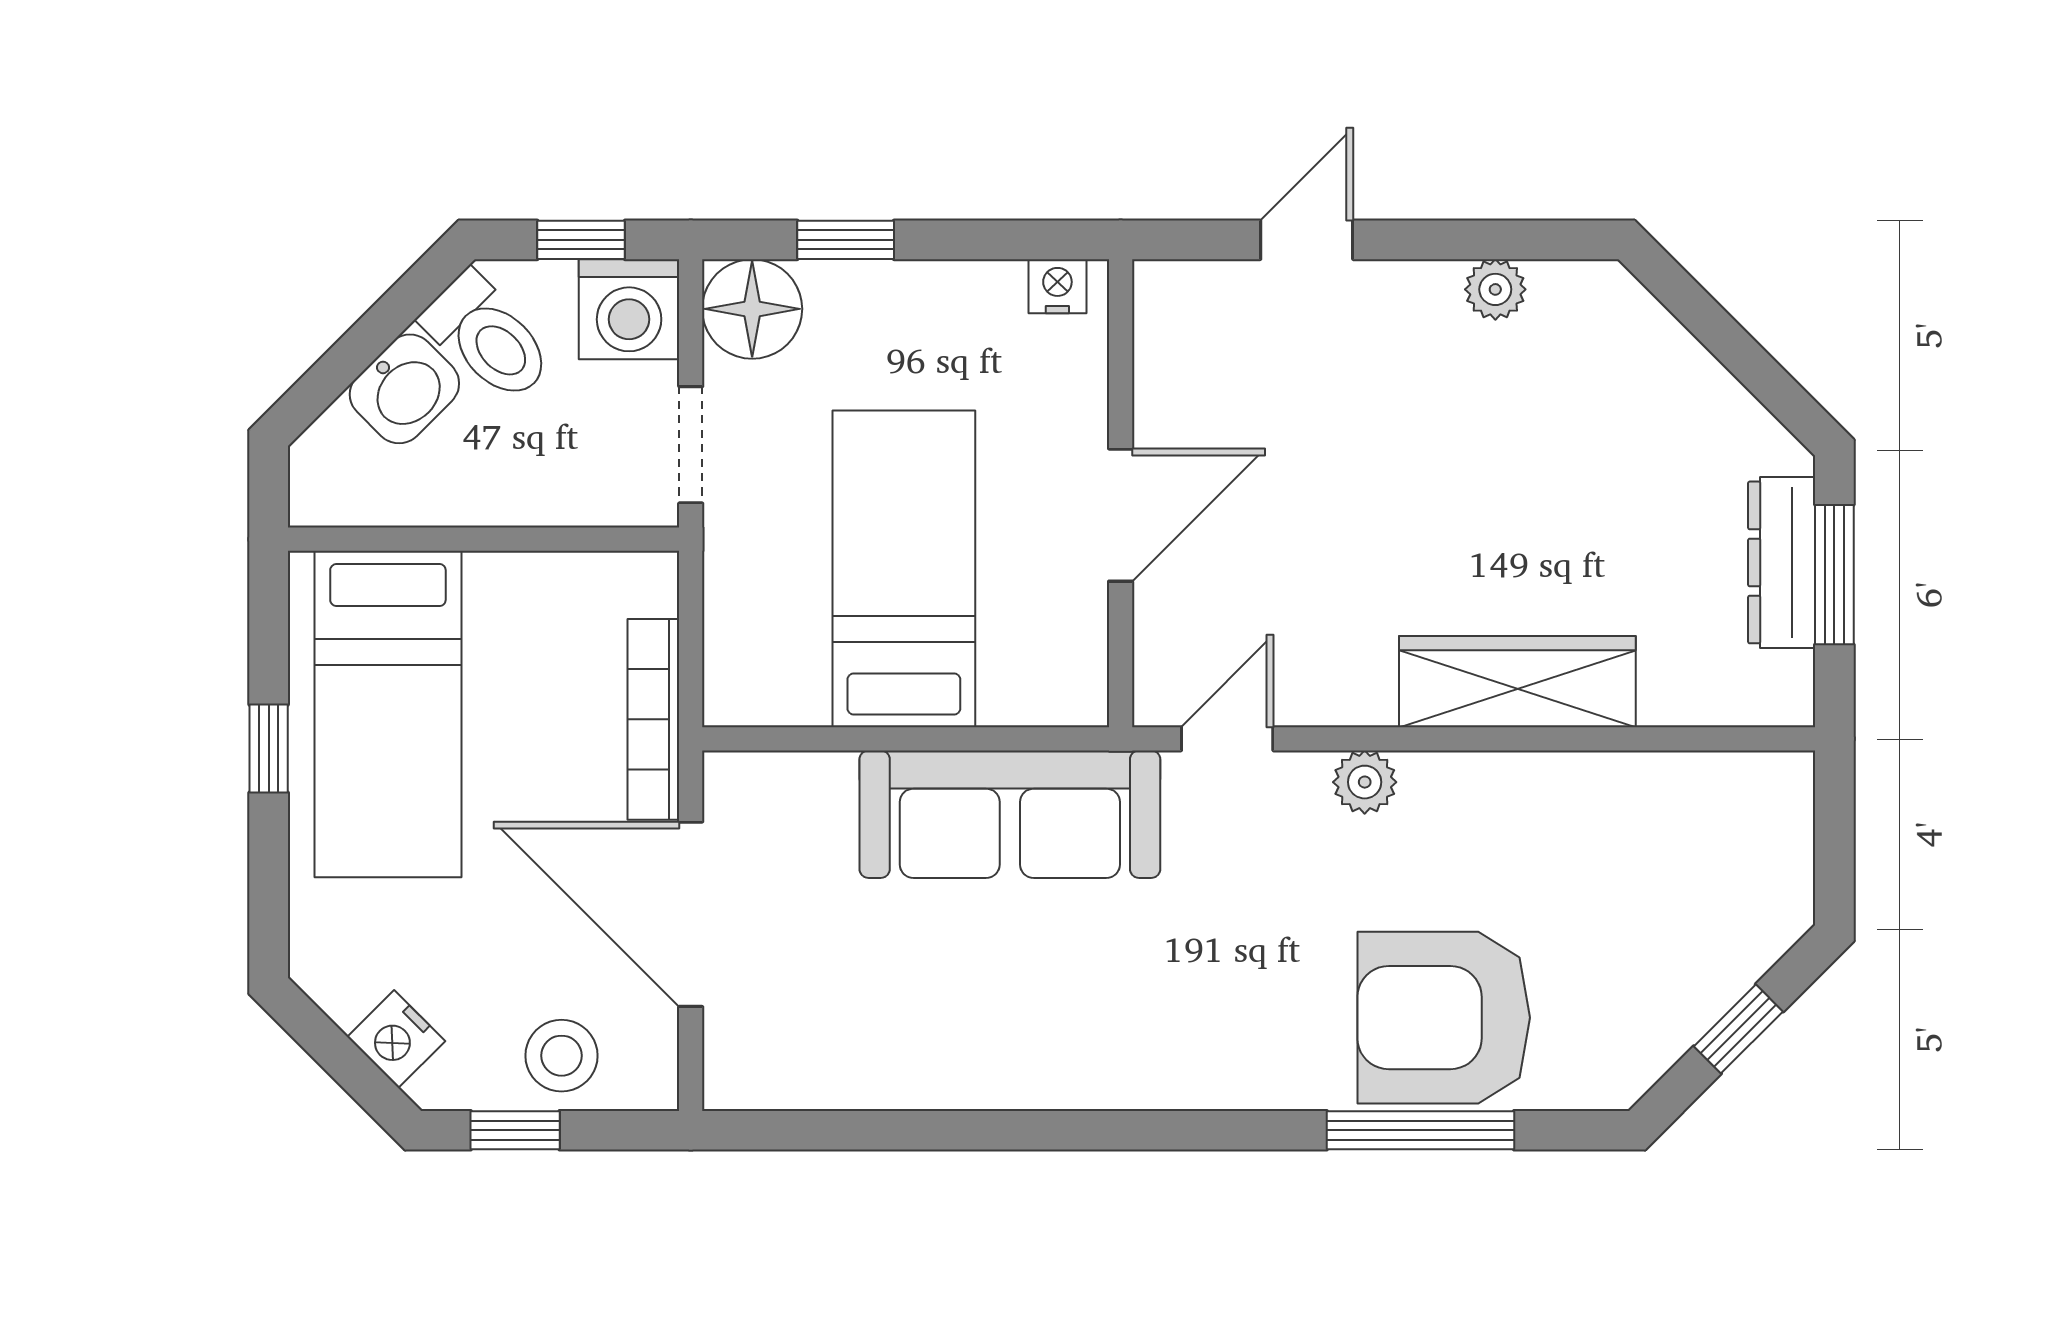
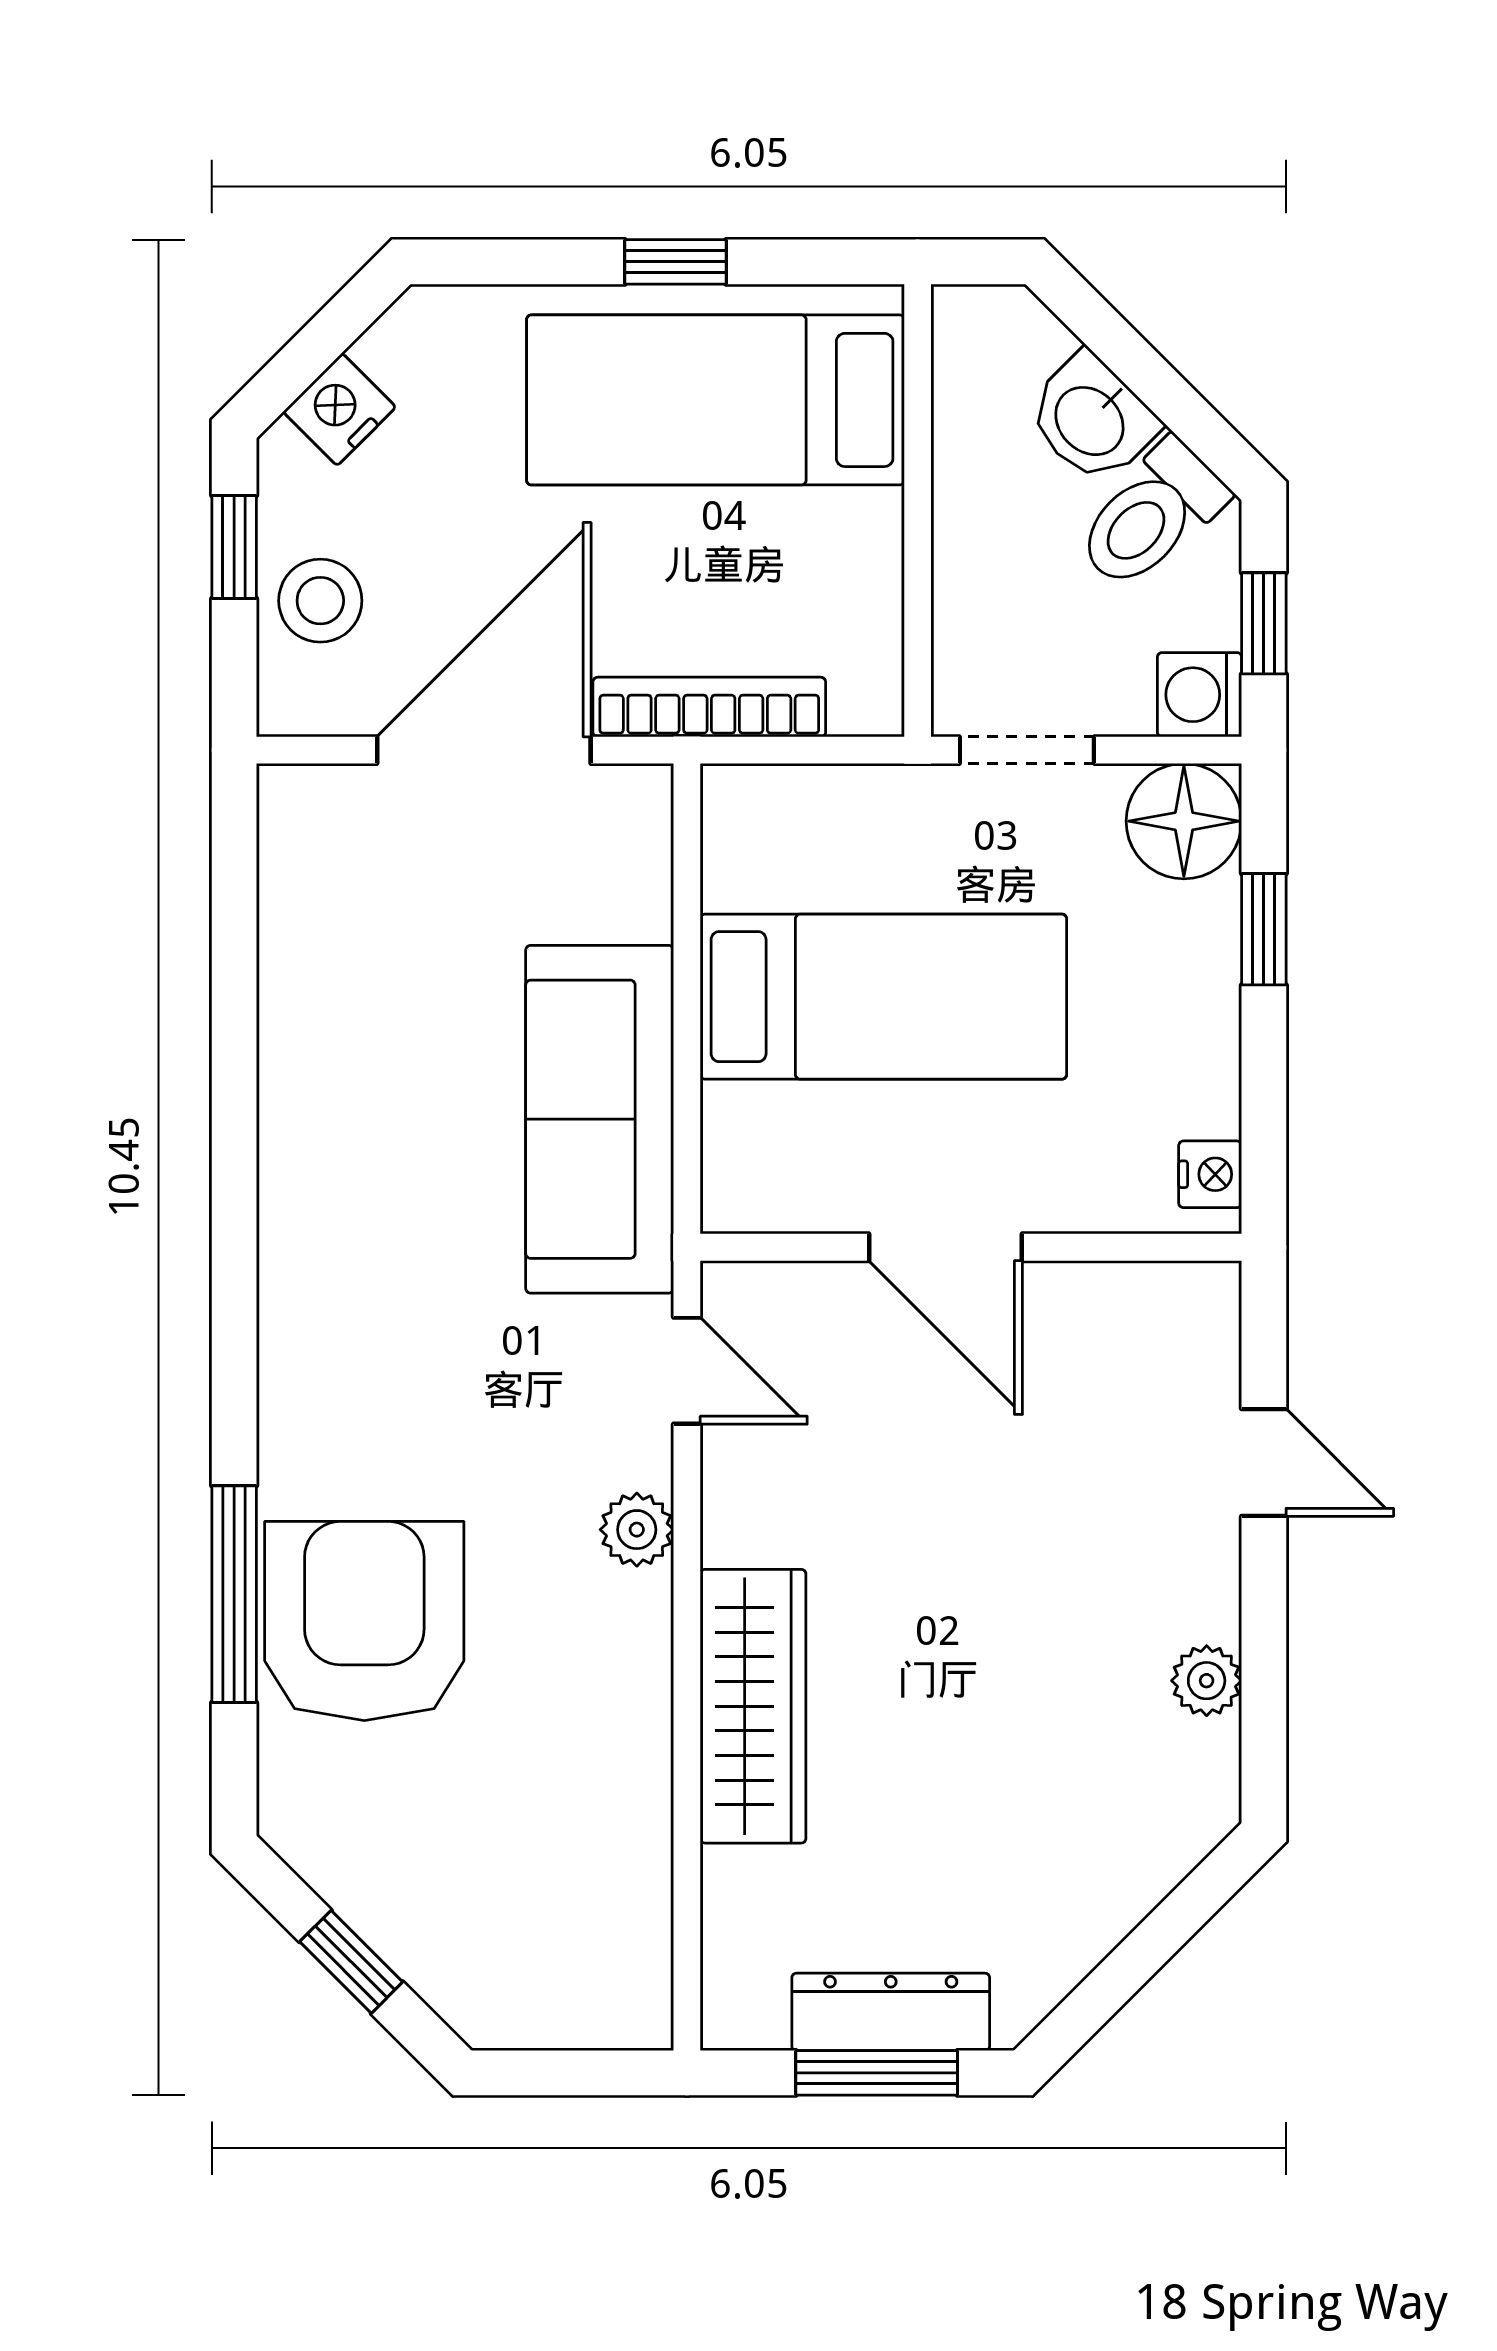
washing machine: (629, 309) -> (1200, 695), width x0.73, depth x0.73

